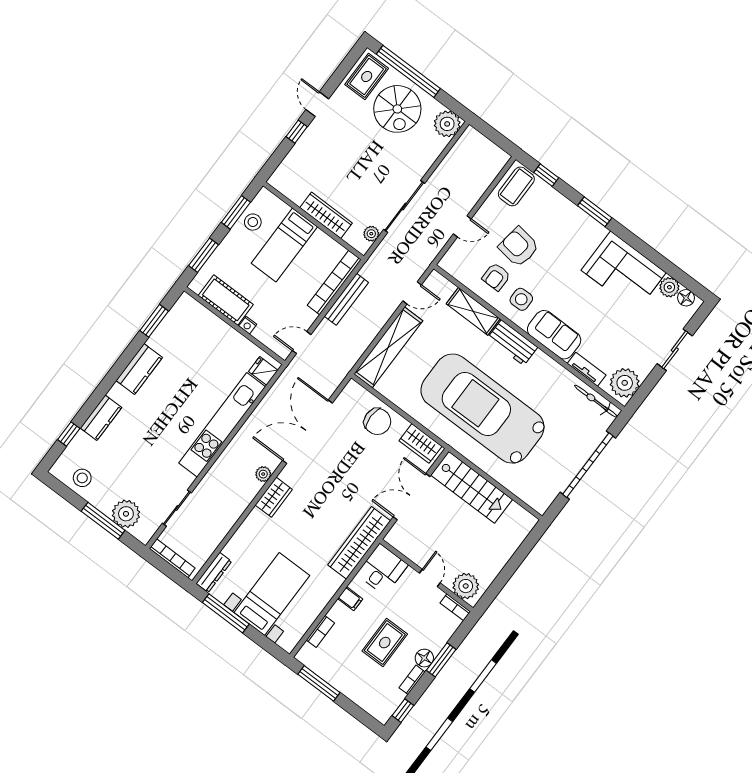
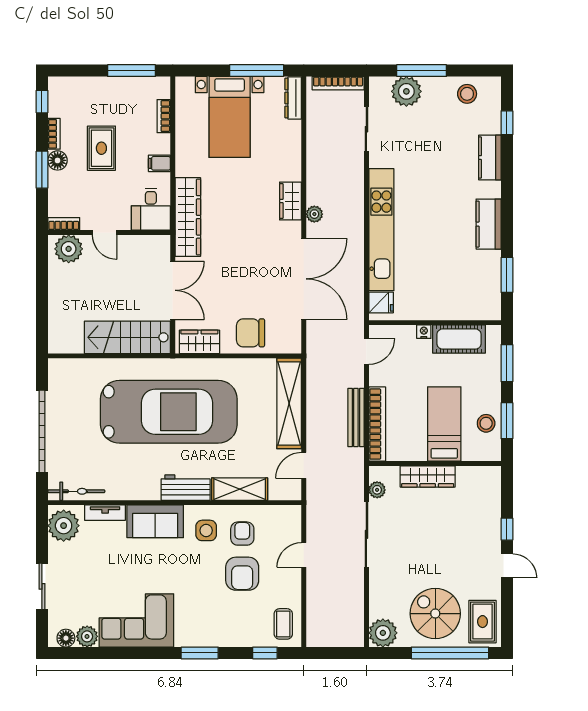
coffee table: (516, 186) -> (283, 624), width x0.73, depth x0.77
armchair: (519, 247) -> (242, 574), turned 82

